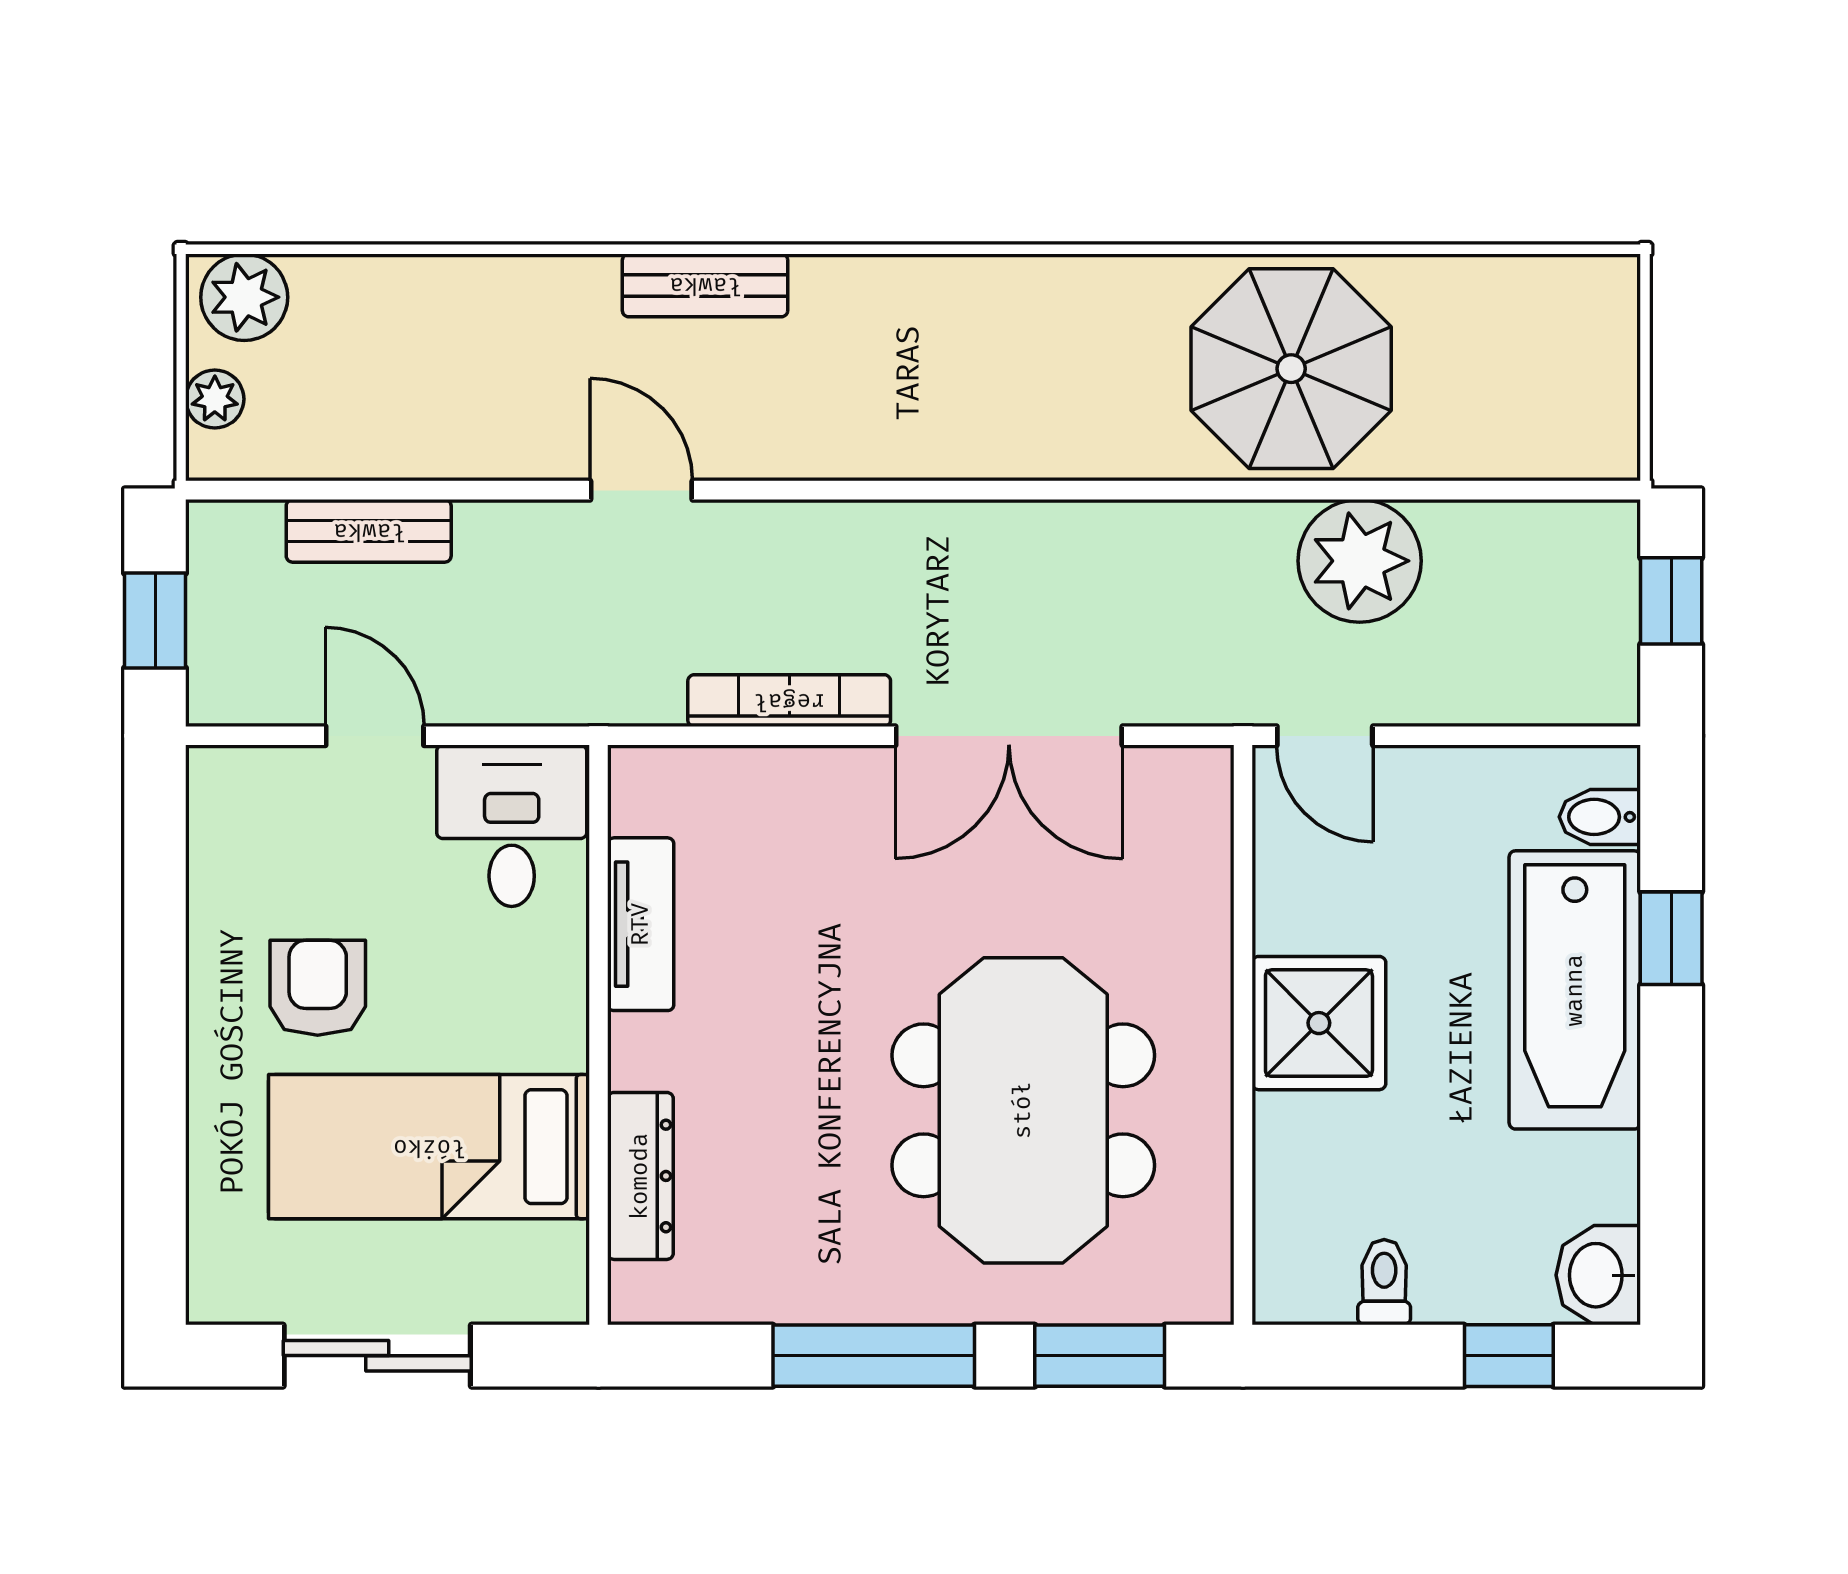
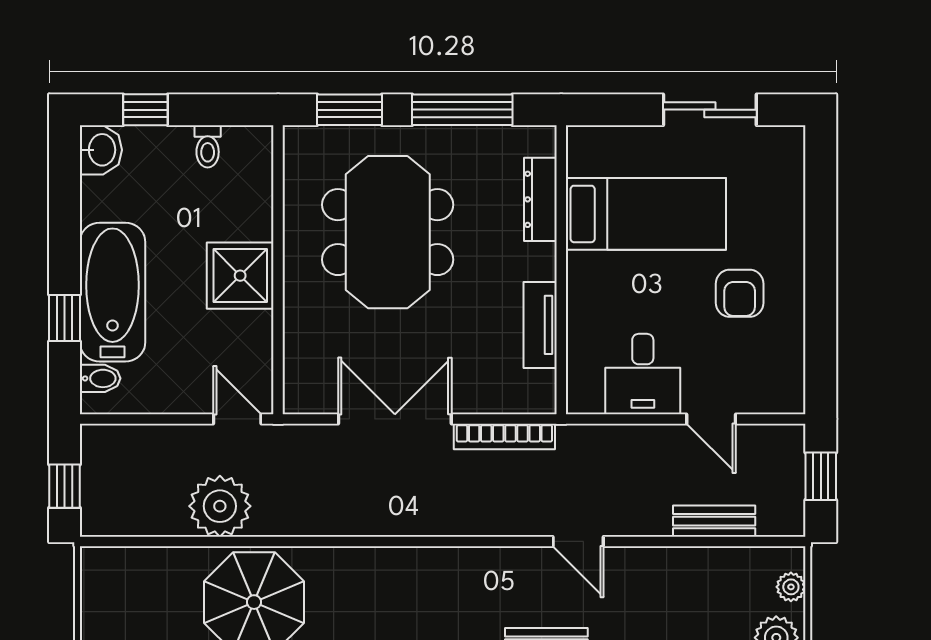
tv unit: (641, 924) -> (540, 325), moved
wall: (598, 1035) -> (561, 270), moved
bed: (429, 1147) -> (646, 214), moved
dresser: (640, 1176) -> (540, 199), moved

